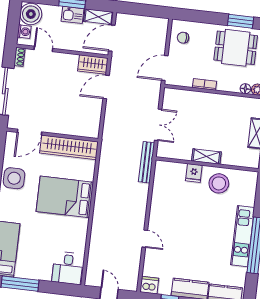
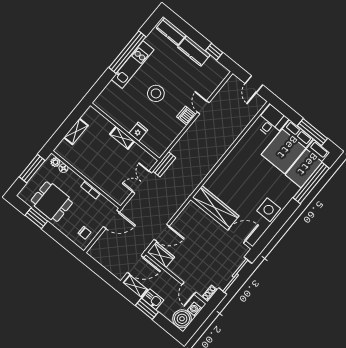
bench: (147, 162) -> (164, 164), width x0.73
stool: (219, 183) -> (156, 93), moved
bed: (65, 197) -> (287, 147), moved, turned 90
dishwasher: (149, 285) -> (186, 116), moved, turned 90

